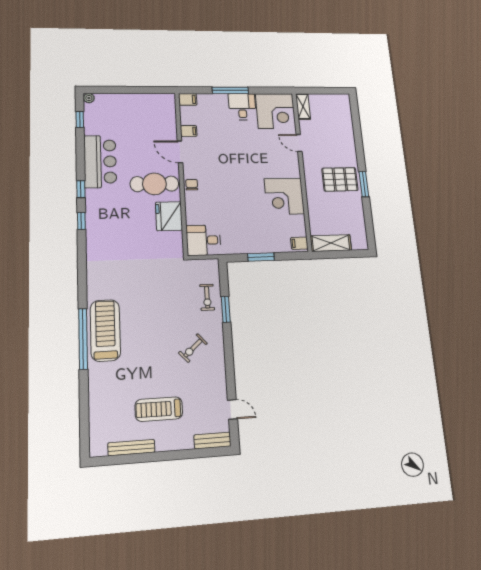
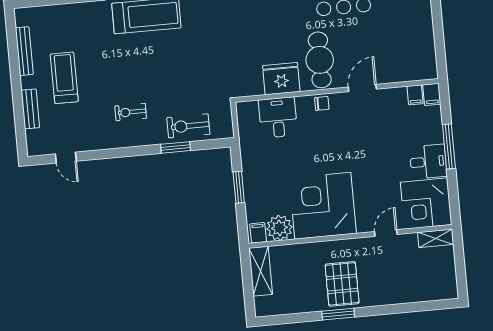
filing cabinet: (189, 131) -> (415, 95), moved
corner desk: (284, 196) -> (323, 206), width x1.36, depth x1.36
plant: (295, 226) -> (279, 228), added
desk: (204, 240) -> (278, 117), moved
exercise bike: (207, 297) -> (188, 126), width x1.38, depth x1.39
exercise bike: (193, 348) -> (131, 112), turned -48
door: (233, 409) -> (66, 158), hinge flipped
bench: (212, 441) -> (30, 109), moved

